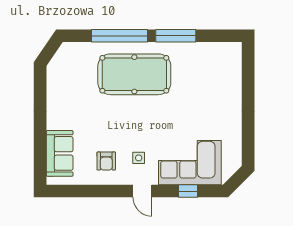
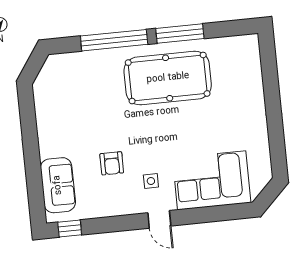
pool table: (134, 74) -> (168, 78), moved
armchair: (106, 161) -> (112, 163), moved
window: (188, 191) -> (70, 228), moved

